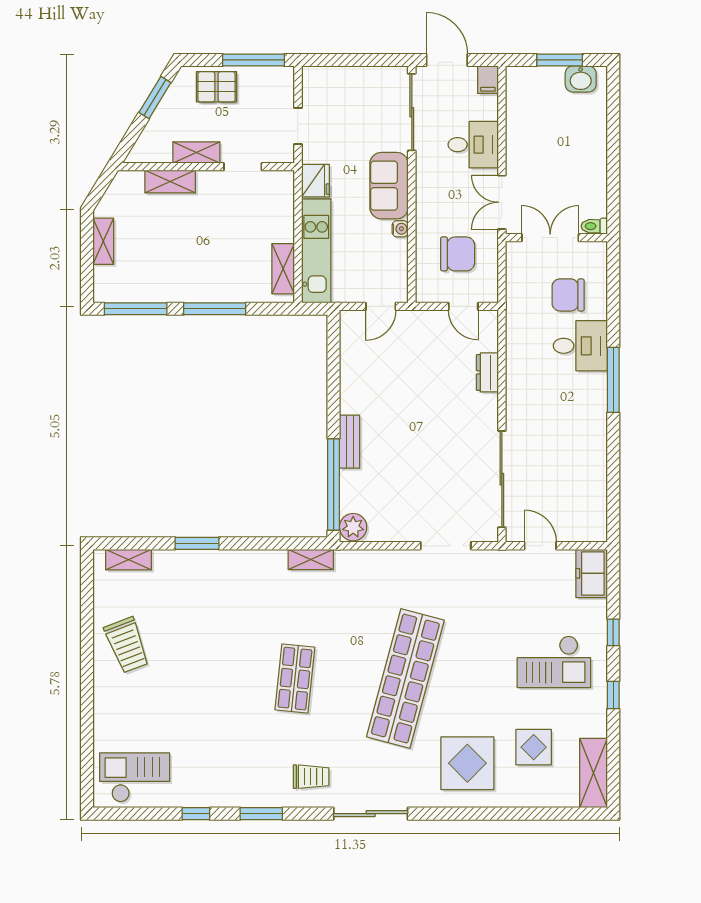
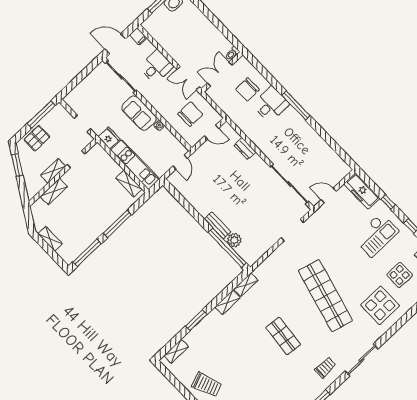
plant: (353, 527) -> (234, 240), moved
shelving: (263, 560) -> (228, 302), added
freezer: (592, 573) -> (362, 191), width x1.40

